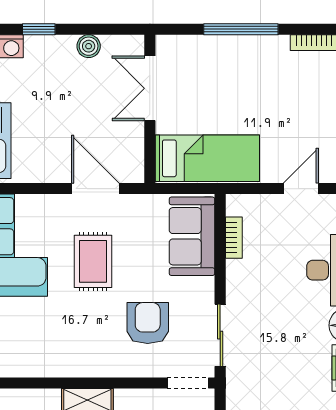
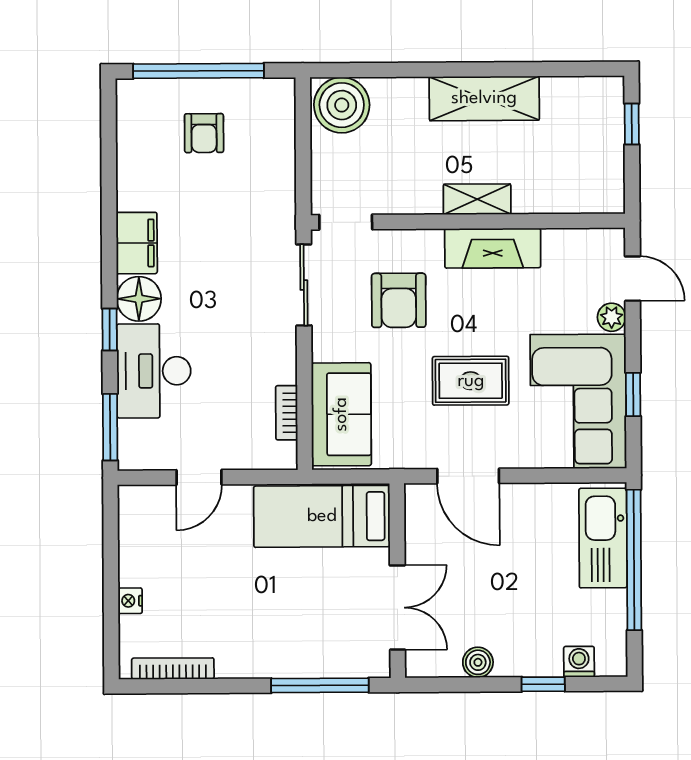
window: (241, 29) -> (320, 685), moved
rug: (93, 261) -> (471, 381), turned 90
fireplace: (76, 363) -> (493, 248), added

